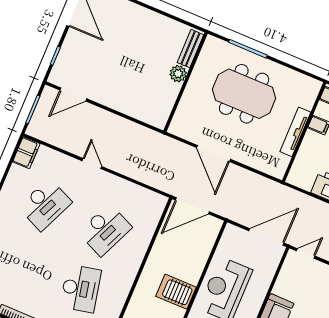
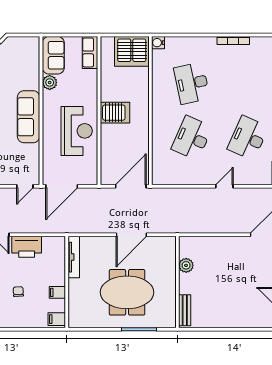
plant: (178, 74) -> (186, 265), moved
tv unit: (295, 132) -> (74, 257), moved
door: (214, 153) -> (131, 235), swing flipped
door: (92, 164) -> (224, 186), swing flipped

